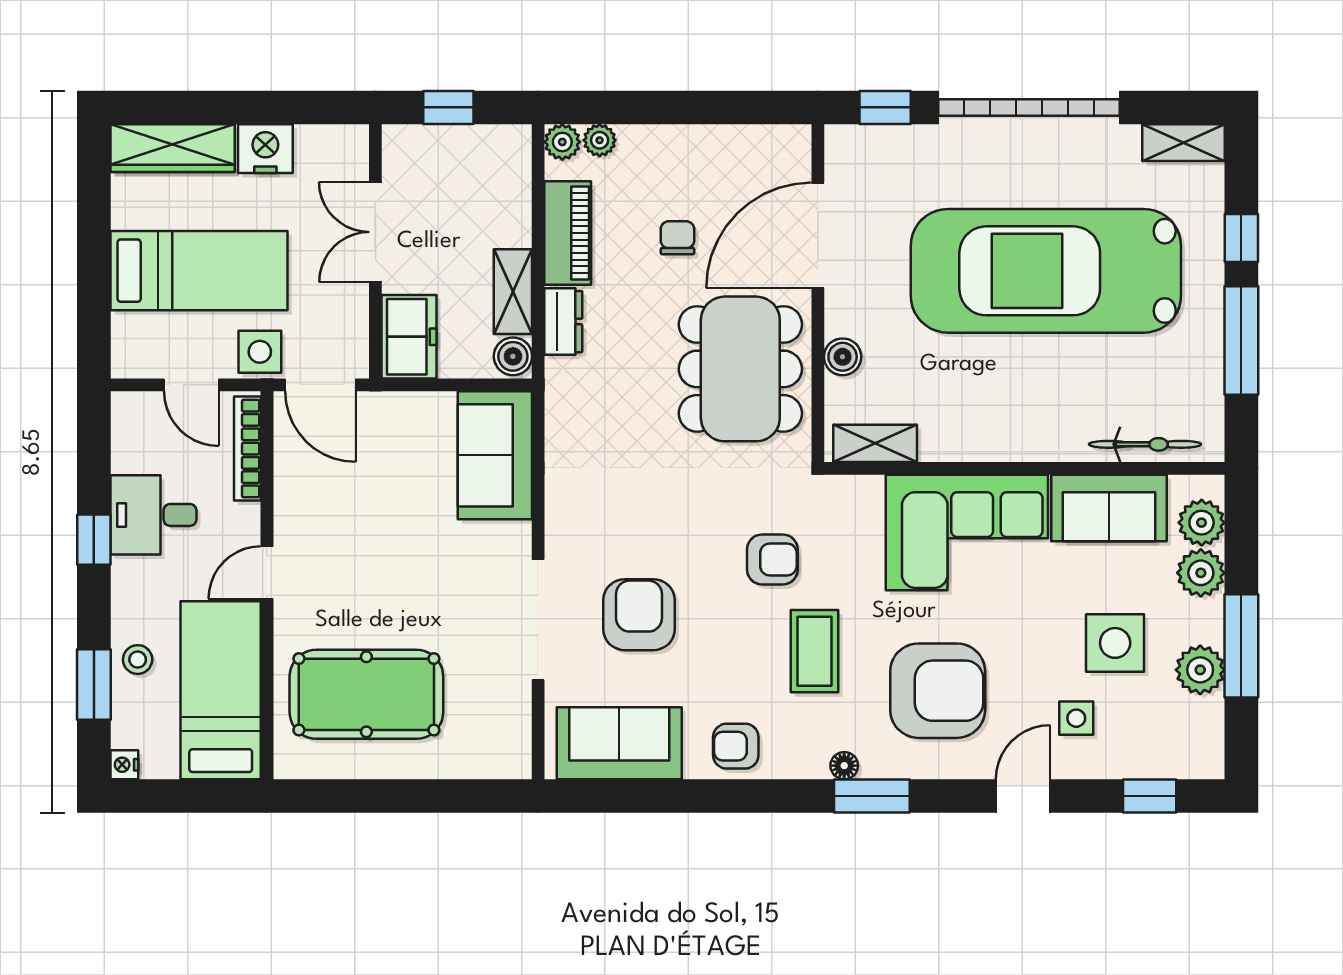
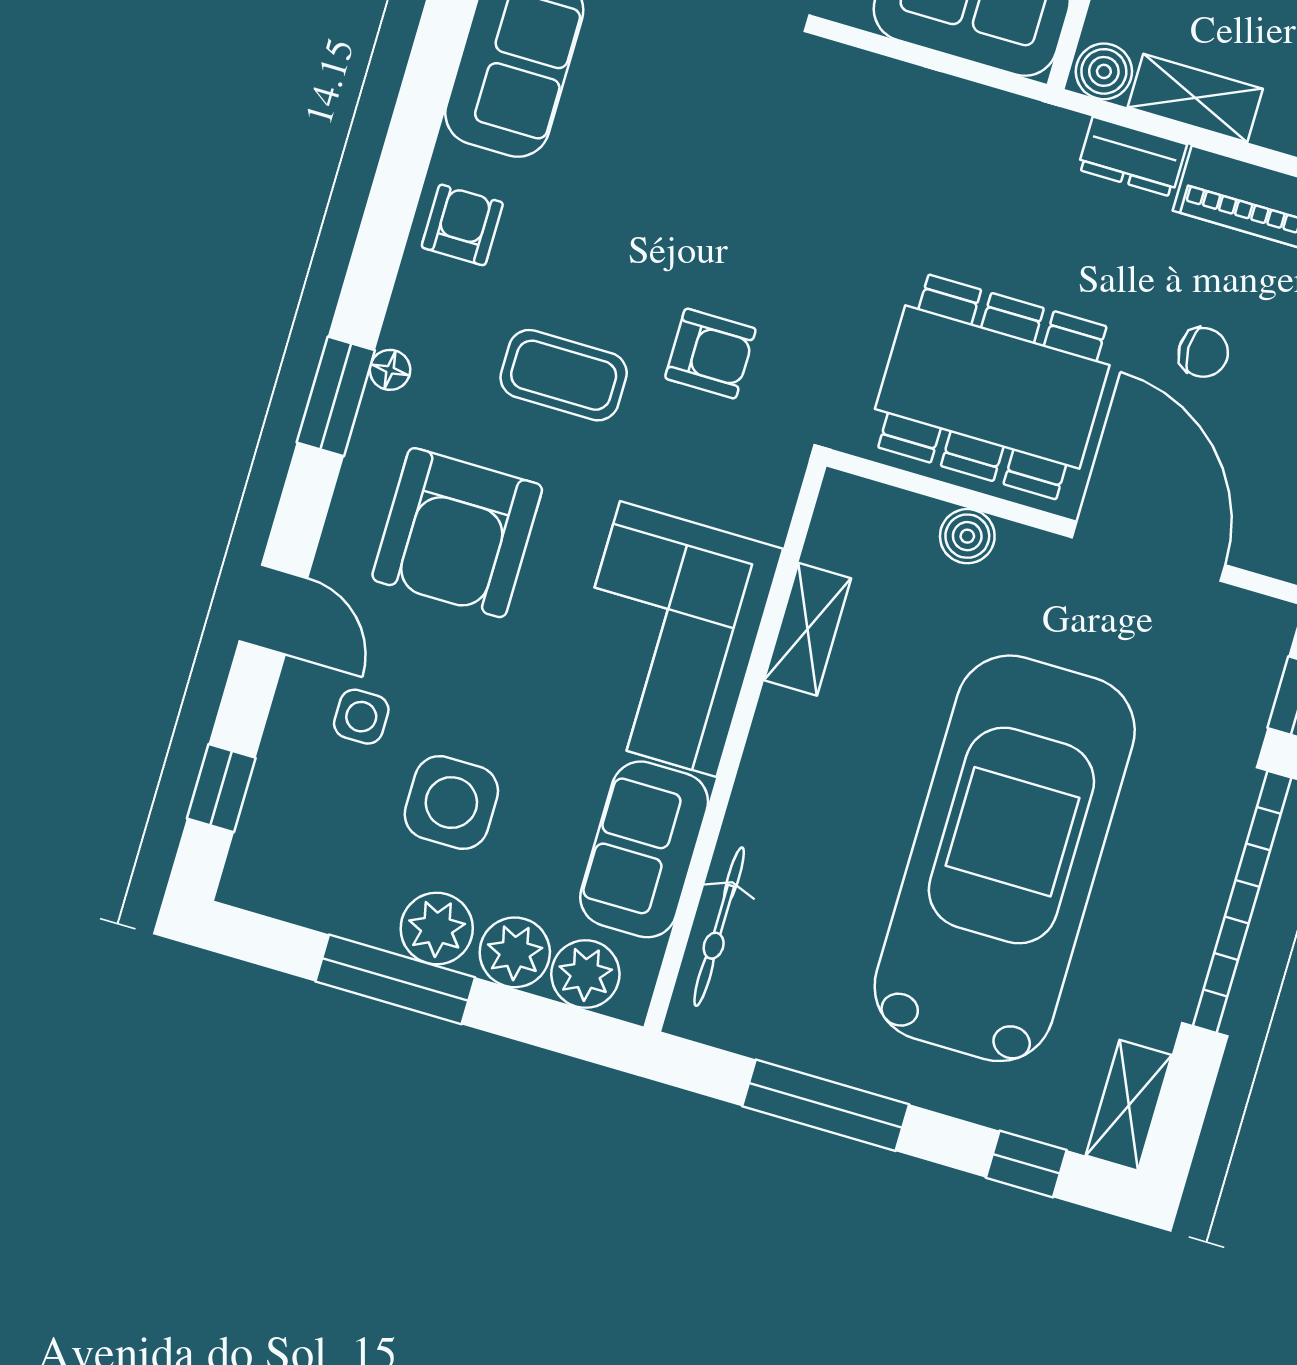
window: (1241, 238) -> (1026, 1164), moved
shelving: (875, 443) -> (808, 629), moved
armchair: (772, 559) -> (710, 354), turned -90
armchair: (639, 615) -> (688, 143), removed
plant: (1200, 670) -> (437, 928), moved

